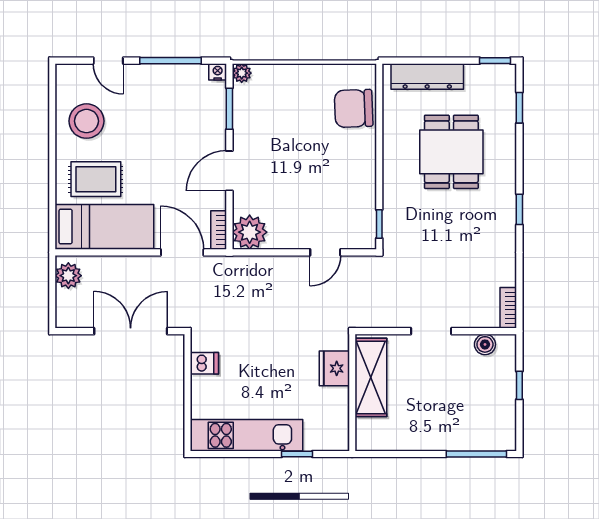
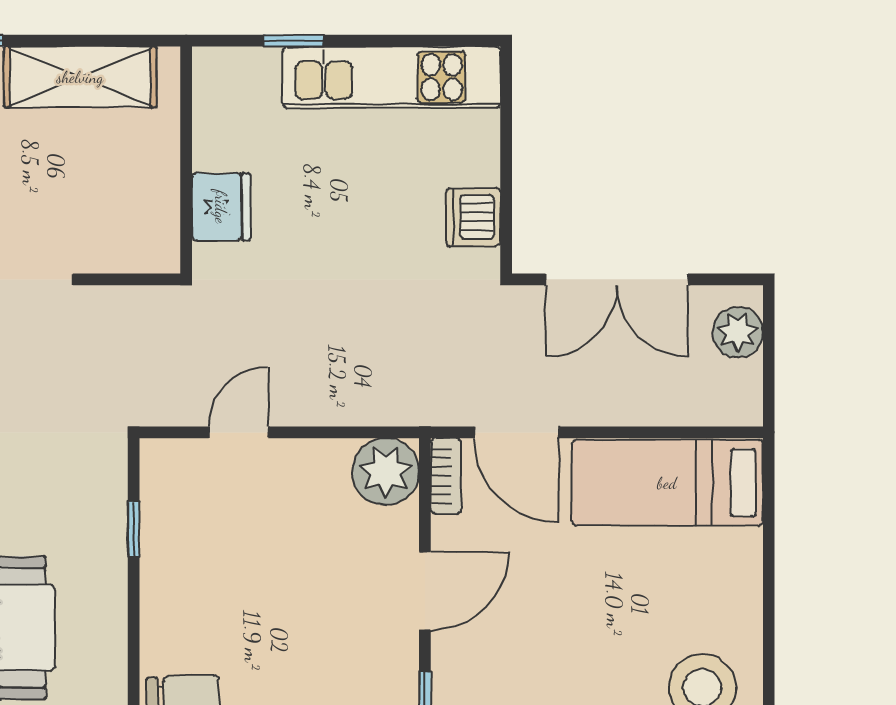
rug: (96, 179) -> (684, 574), removed
window: (379, 224) -> (134, 529), moved
plant: (68, 276) -> (738, 332), moved
dishwasher: (204, 363) -> (473, 217), width x1.38
shelving: (371, 377) -> (80, 77), moved, turned 90

